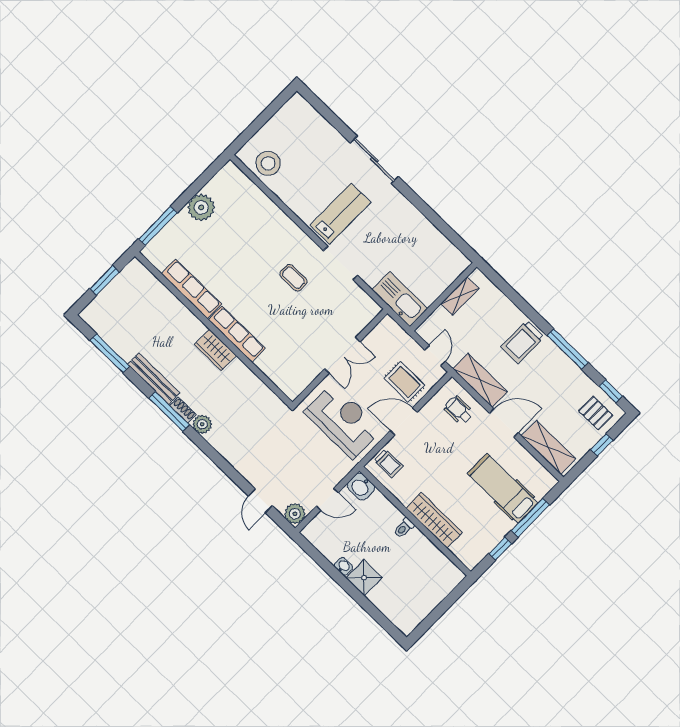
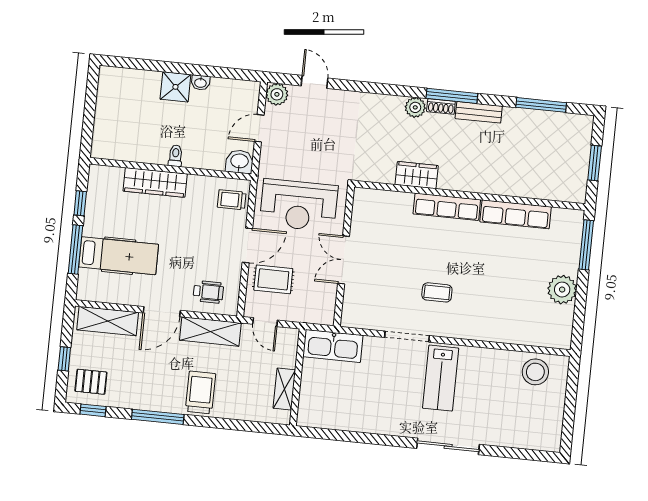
wardrobe: (215, 350) -> (417, 175), moved
bench: (154, 379) -> (479, 112), width x0.73

